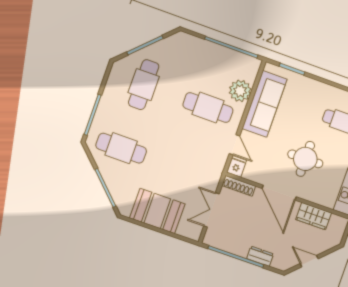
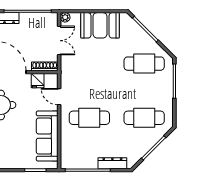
dresser: (200, 45) -> (112, 163), added
cafe table: (144, 85) -> (144, 118), turned 90
plant: (240, 91) -> (65, 17), moved, width x0.53, depth x0.53
fridge: (236, 166) -> (38, 81), moved

